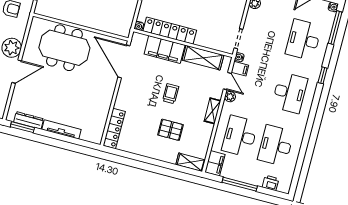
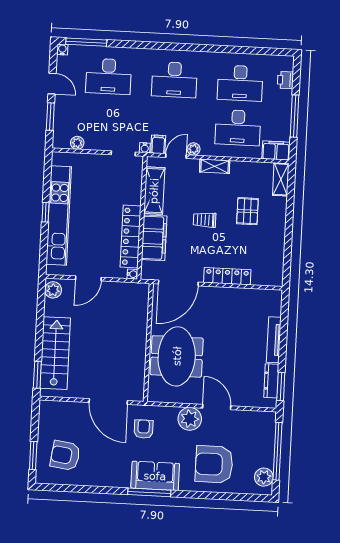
window: (323, 75) -> (146, 45), removed
desk: (290, 93) -> (174, 80), turned 180
locker: (114, 129) -> (227, 276), moved

